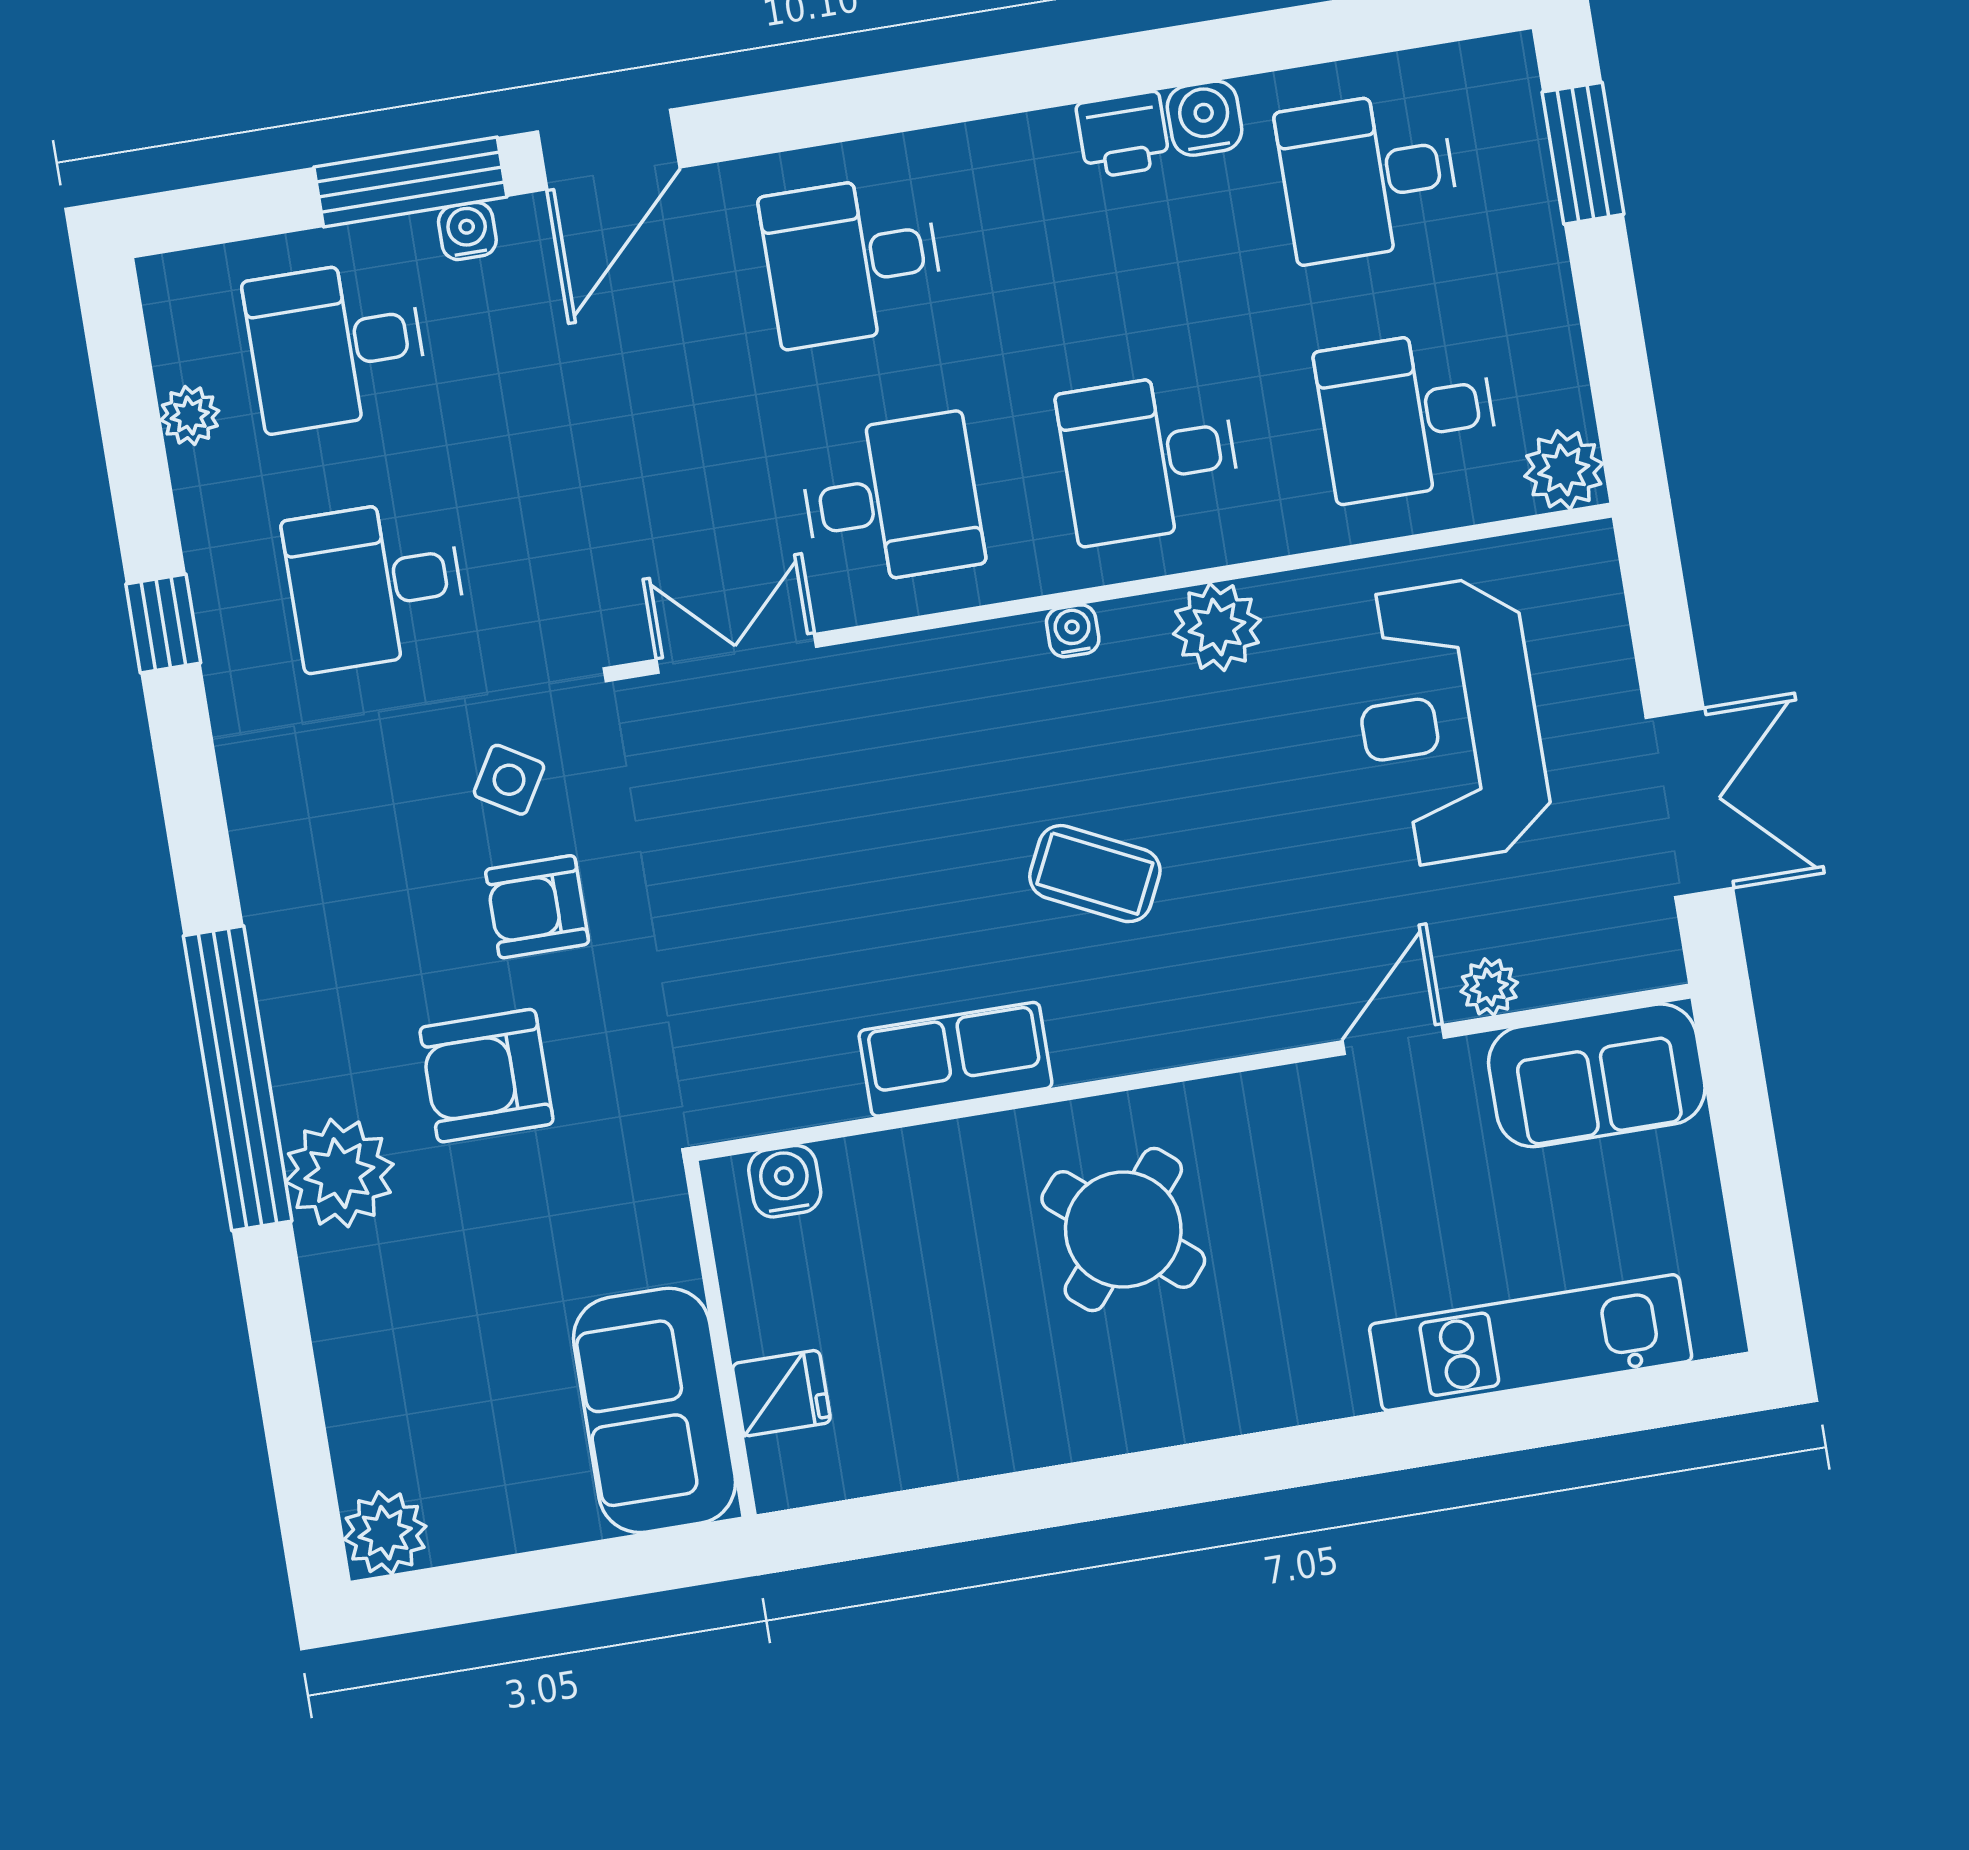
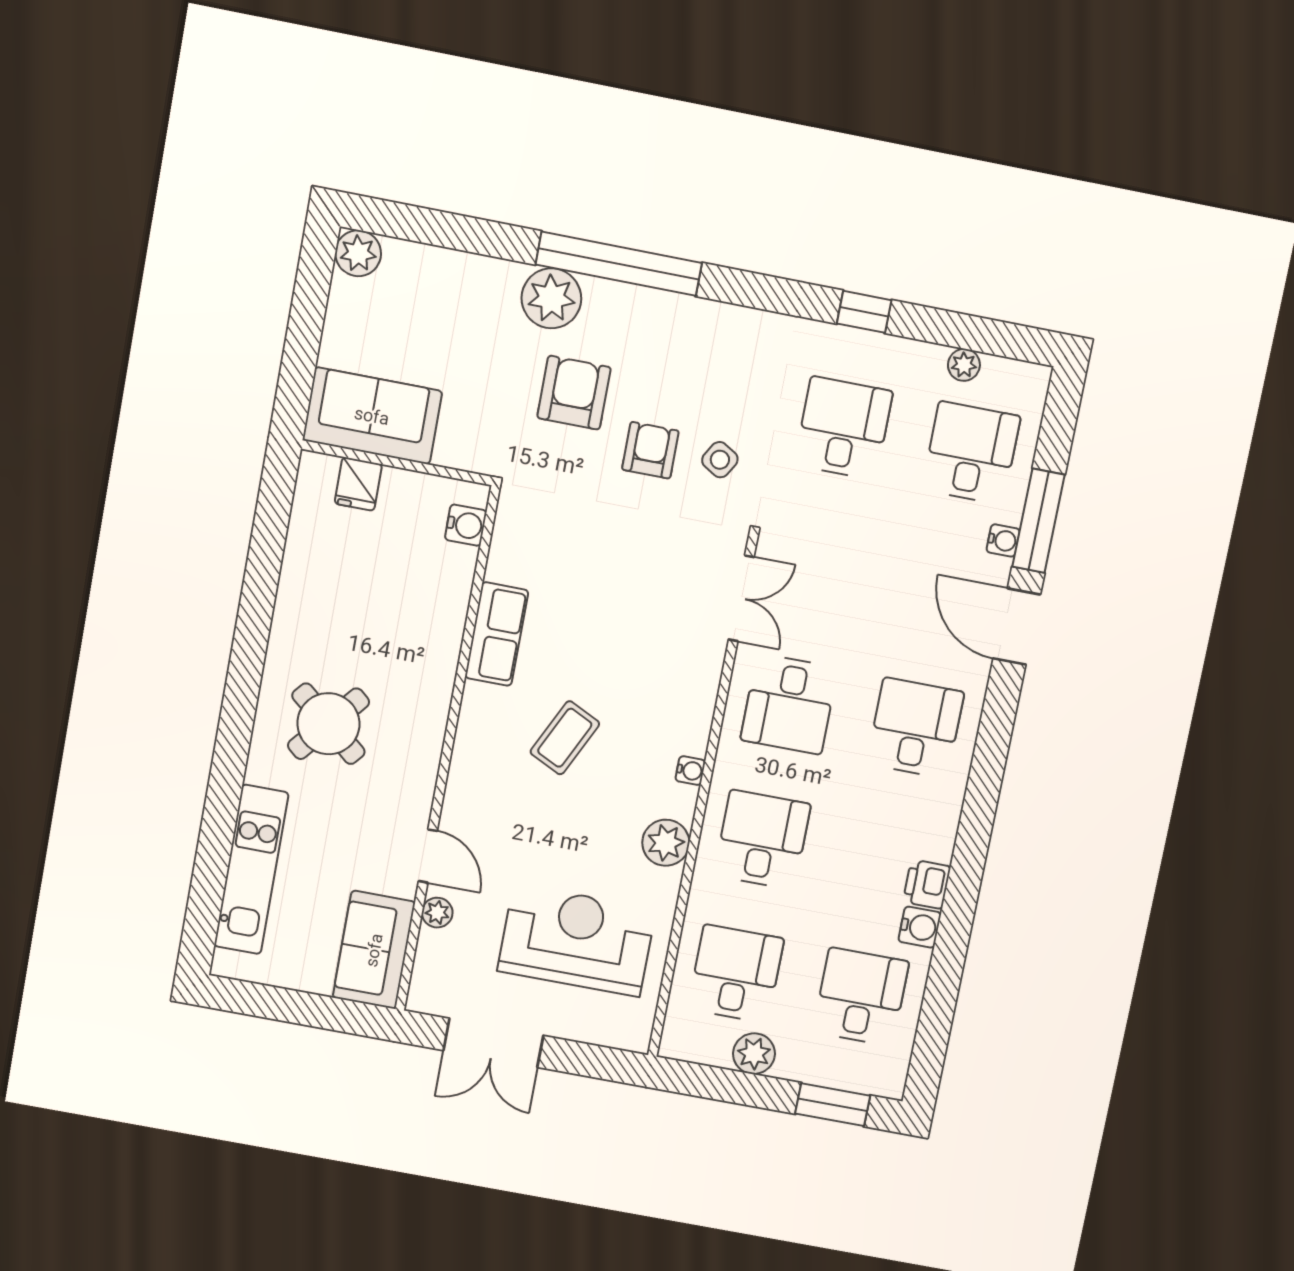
plant: (1564, 470) -> (754, 1054), moved
round table: (1123, 1230) -> (328, 724), moved

